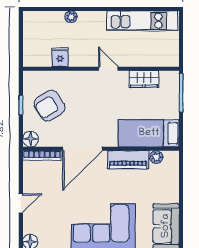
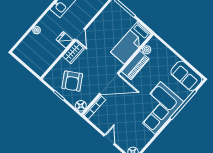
fridge: (60, 57) -> (65, 40), moved
door: (108, 69) -> (80, 34), swing flipped
wardrobe: (144, 79) -> (73, 52), moved
door: (82, 149) -> (109, 84), hinge flipped

